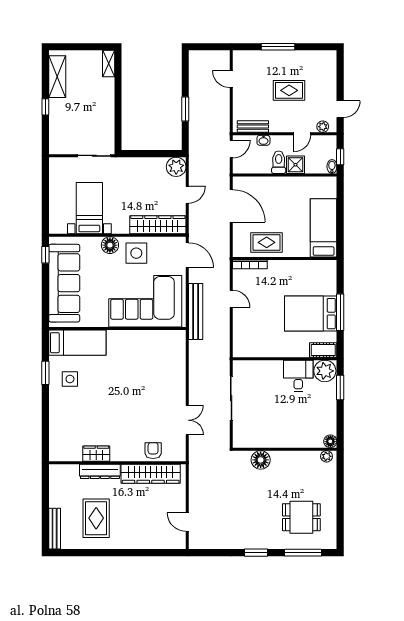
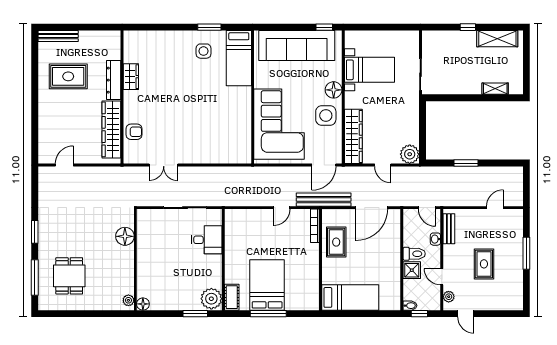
shelving: (109, 63) -> (495, 89), moved
bench: (196, 312) -> (324, 200), moved
desk: (298, 376) -> (207, 240), moved

